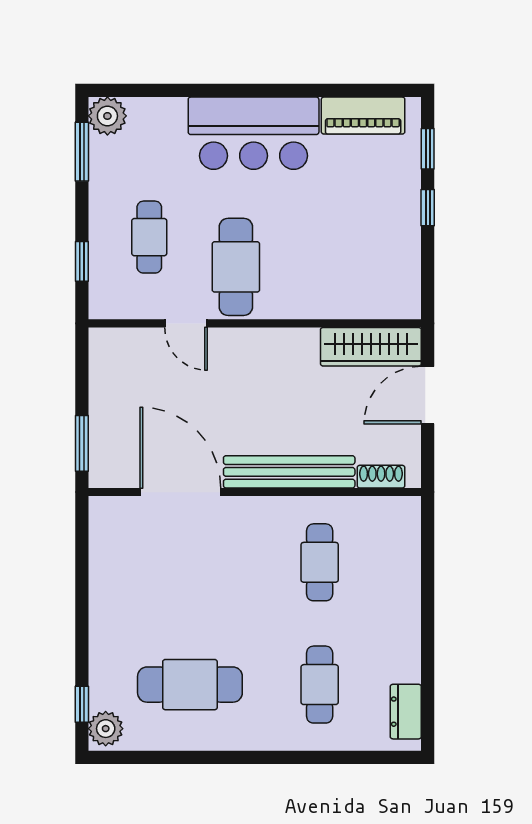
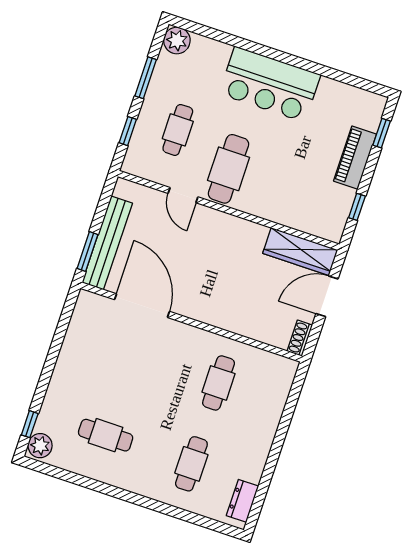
piano: (363, 116) -> (355, 158), moved, turned 90
window: (82, 152) -> (146, 78), moved
window: (428, 208) -> (357, 207), moved
bench: (289, 472) -> (107, 243), moved, turned 90
shoe rack: (381, 477) -> (300, 338), moved, turned -90
cafe table: (190, 685) -> (106, 435), width x0.73, depth x0.74

